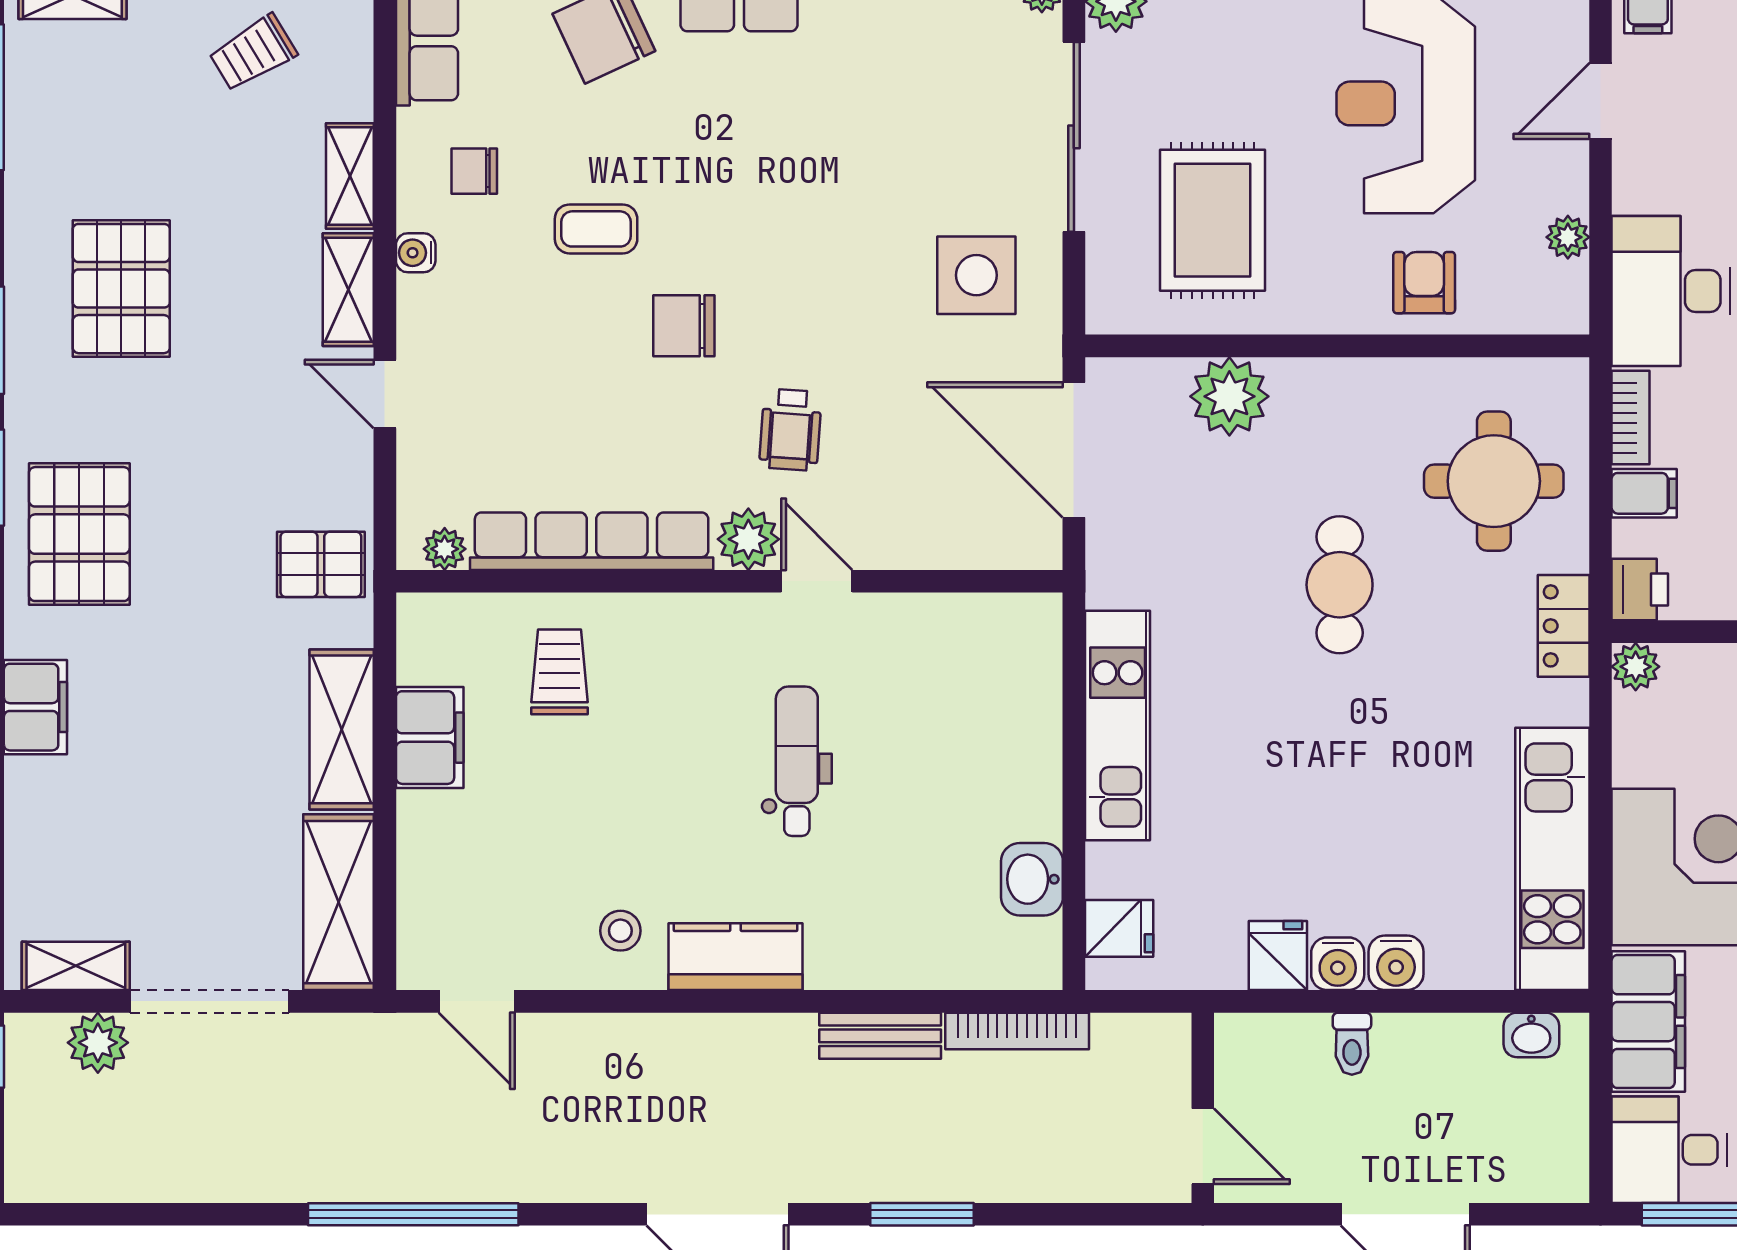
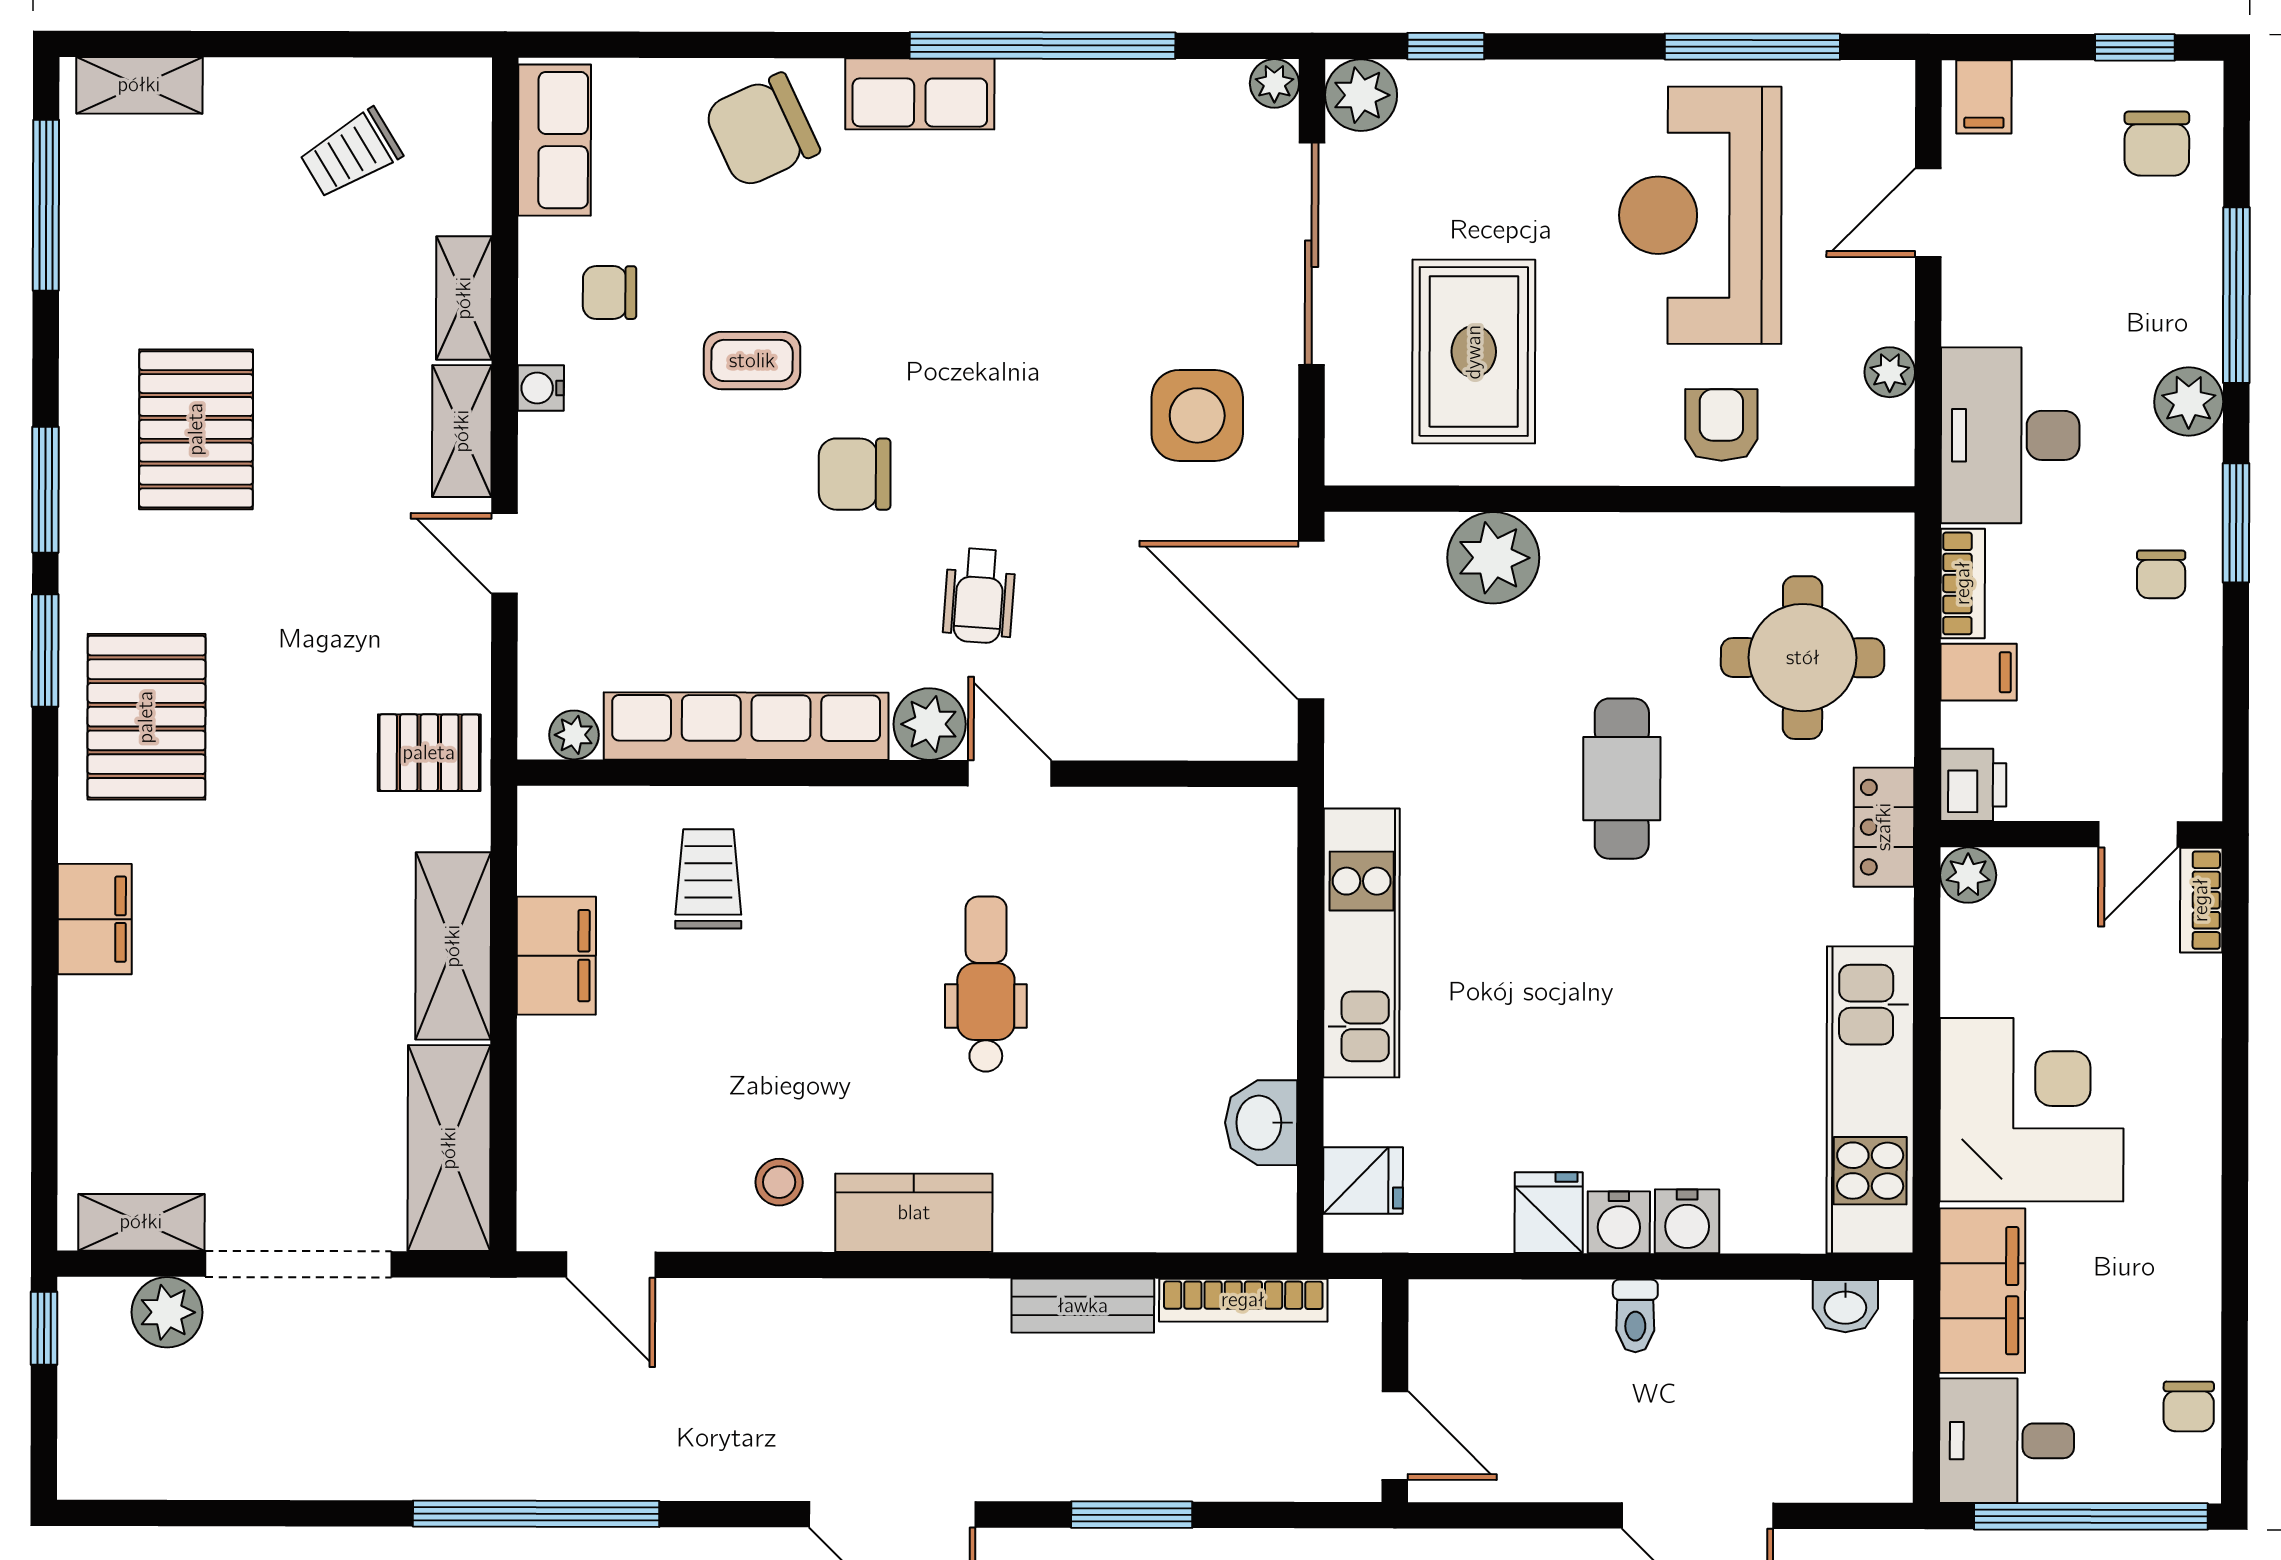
wall: (1203, 1108) -> (1395, 1391), moved
door: (1203, 1146) -> (1395, 1436), moved

